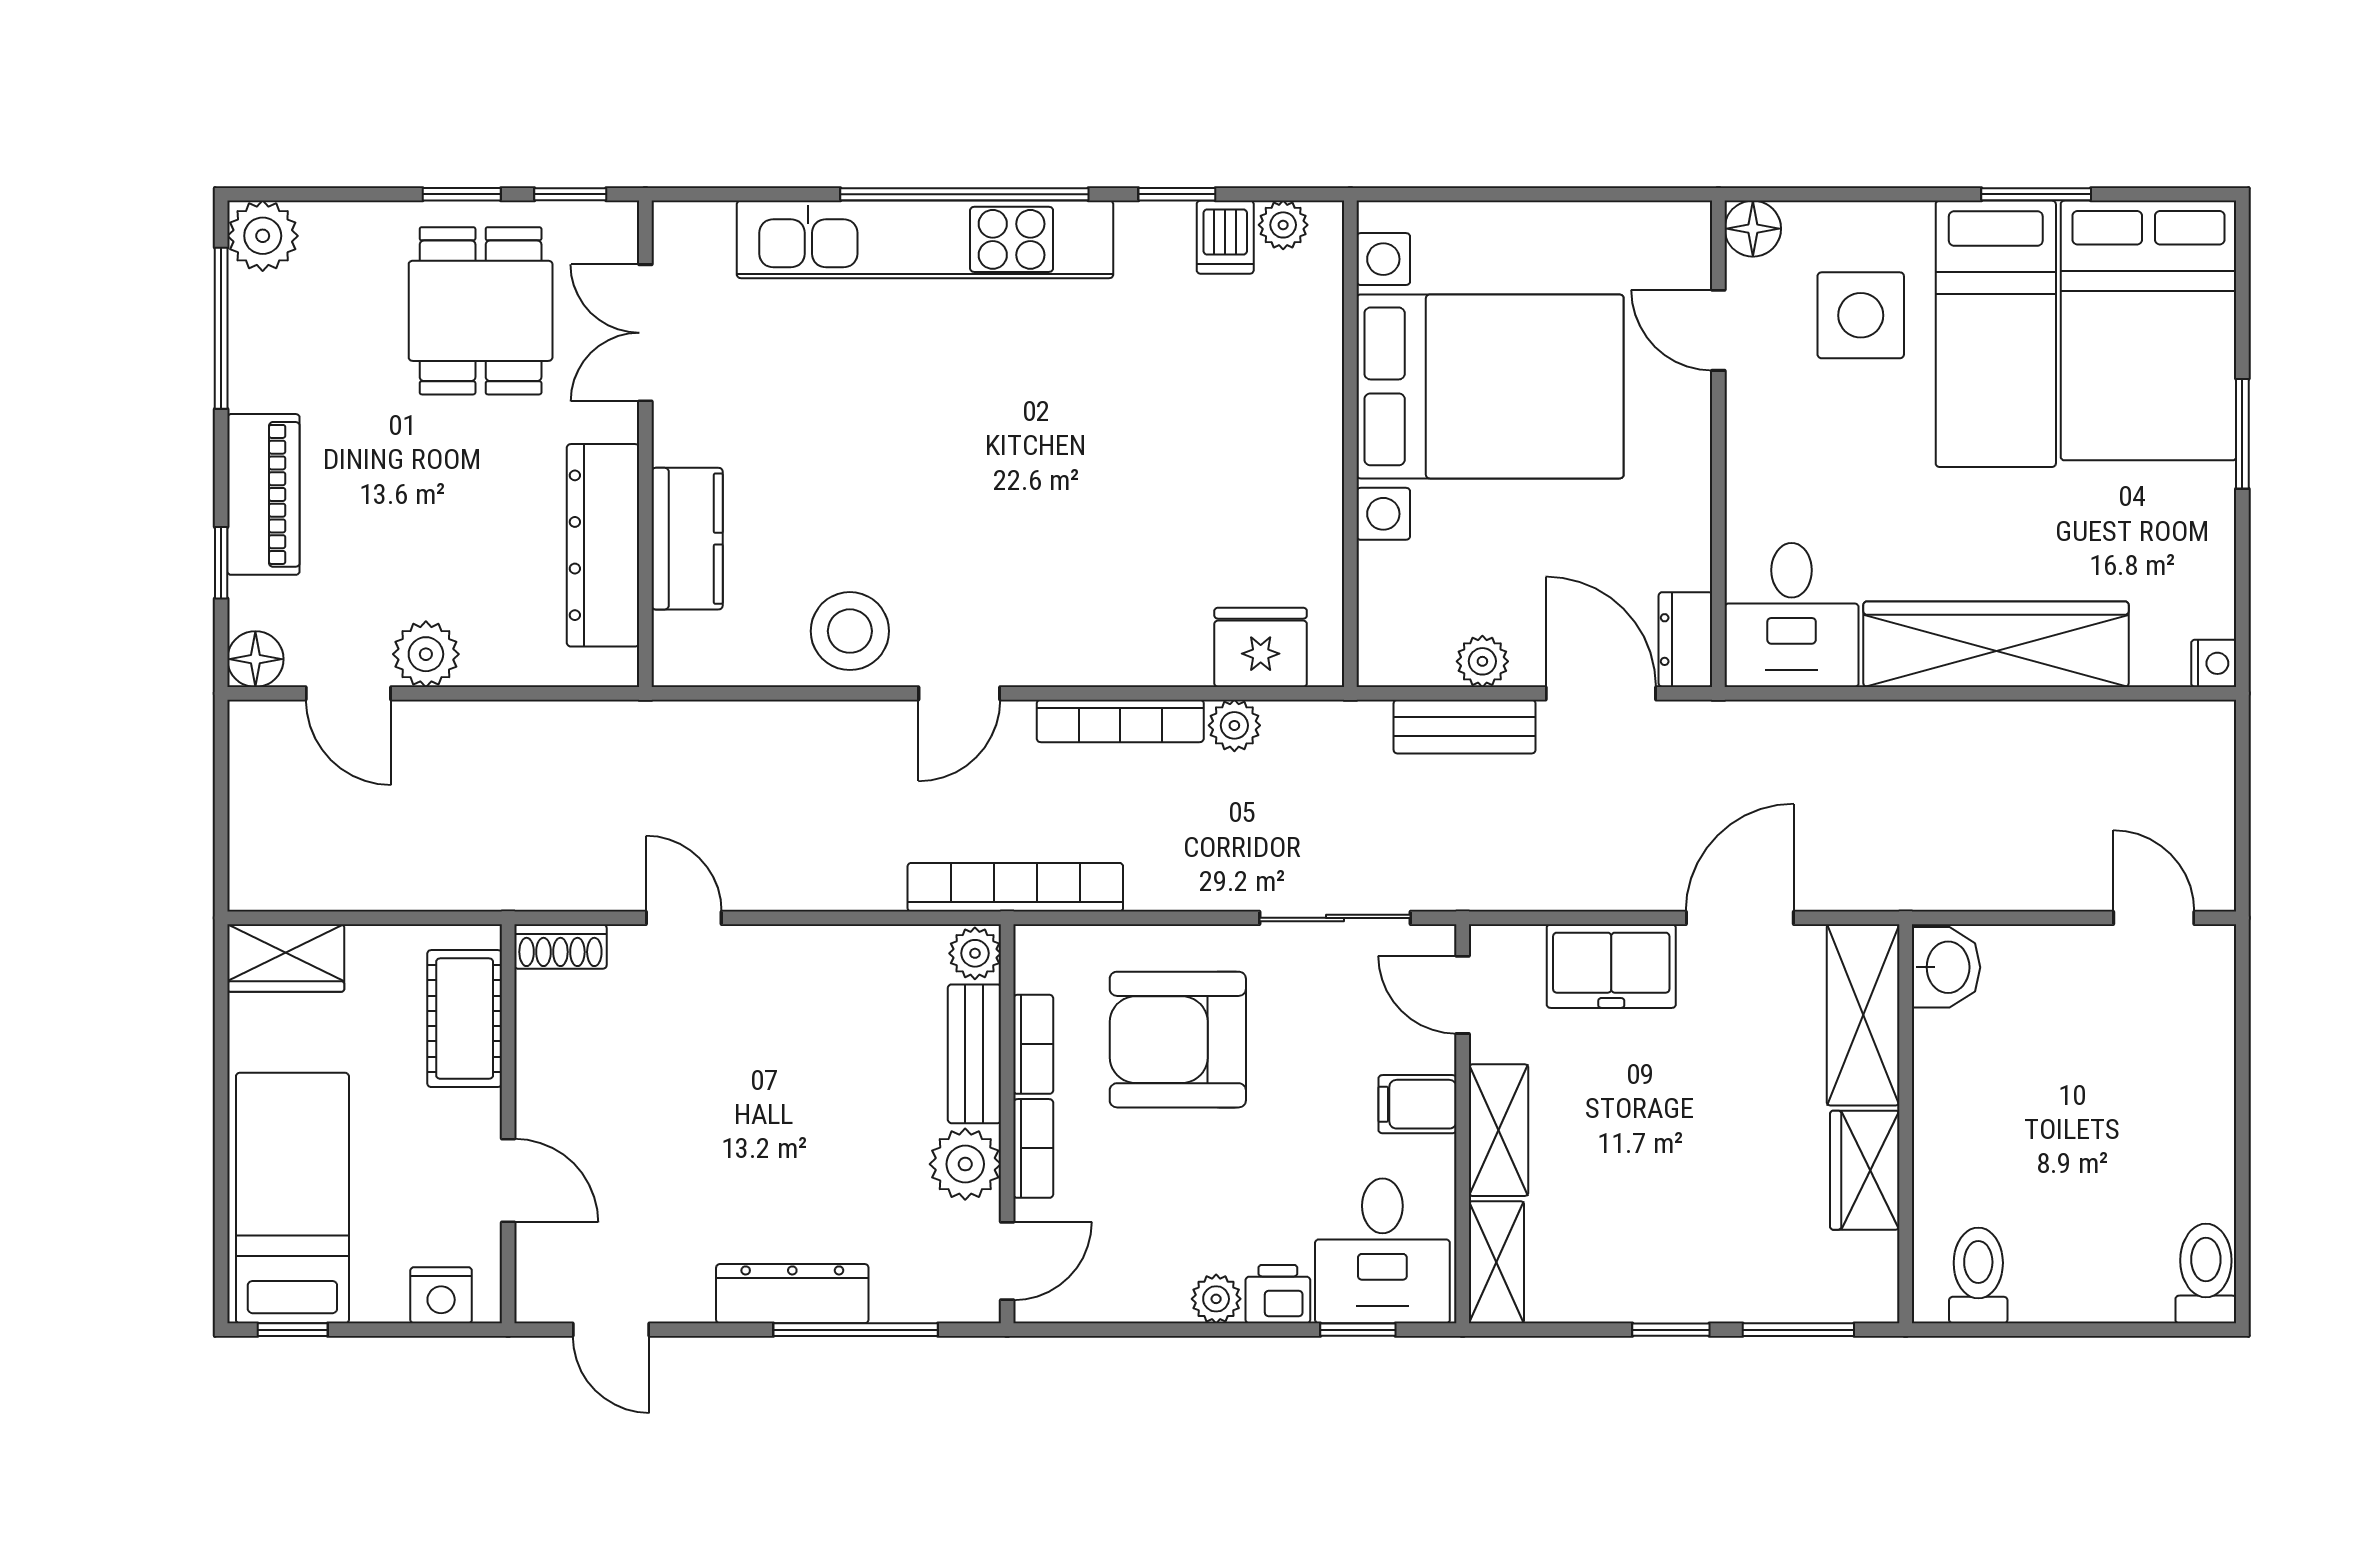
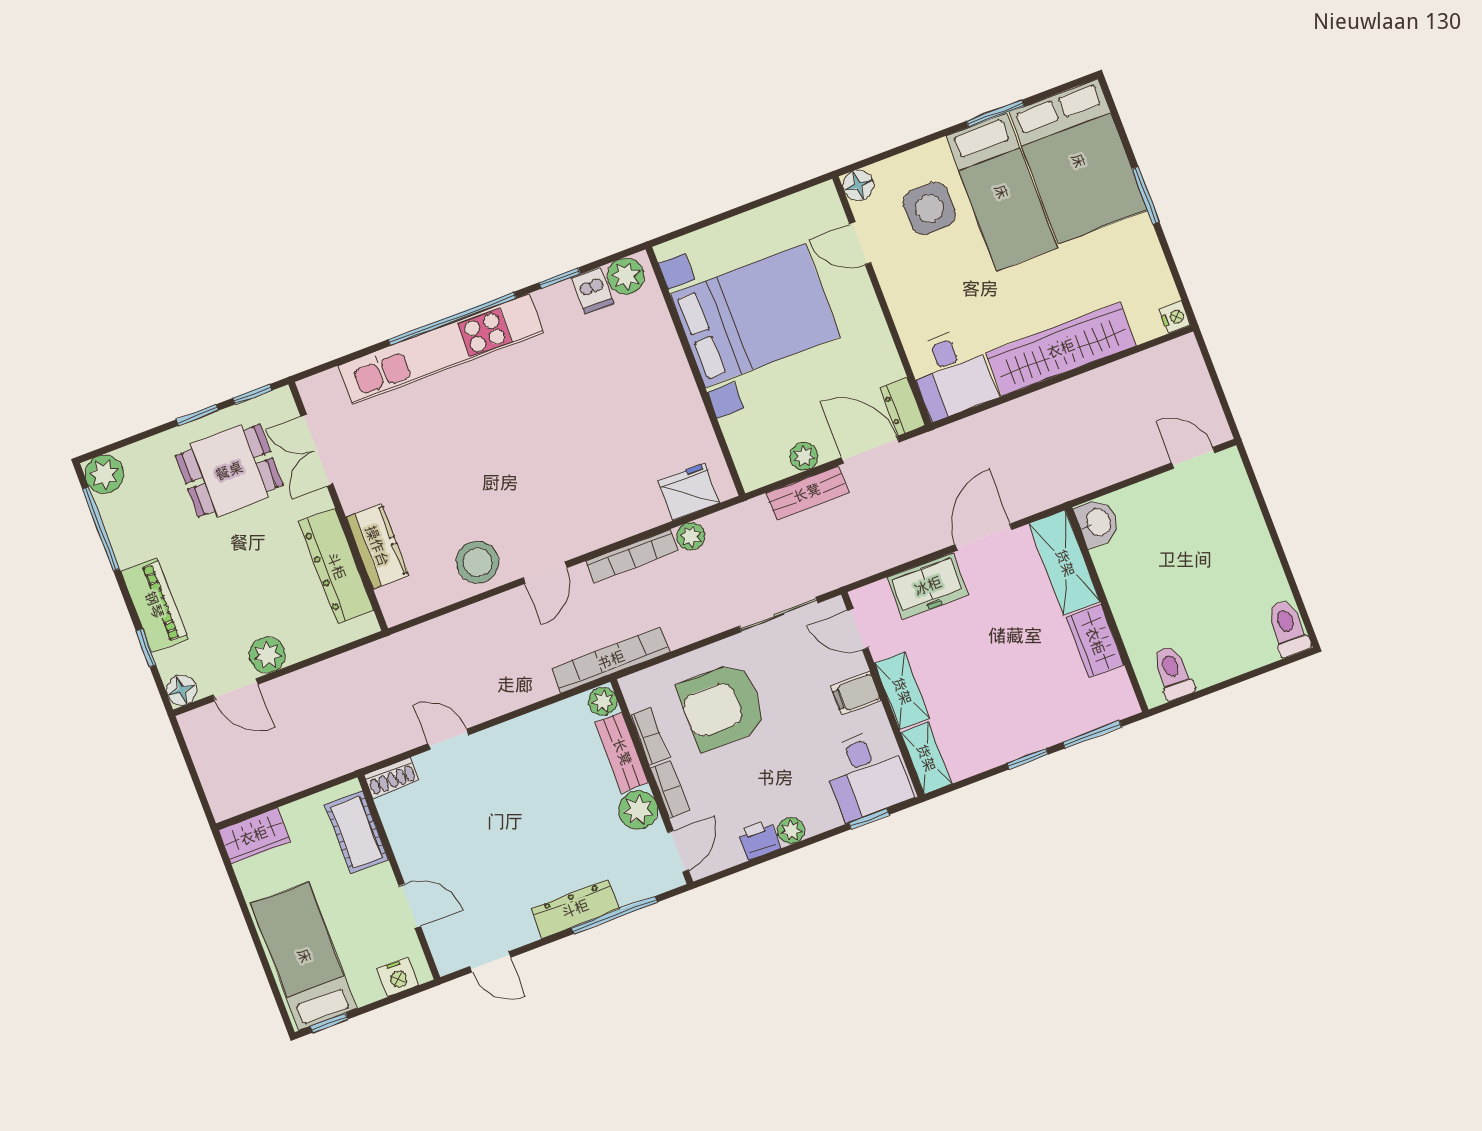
plant: (1283, 225) -> (626, 276), width x1.38, depth x1.38
dining table: (481, 311) -> (229, 471), turned 90
printer: (1278, 1294) -> (759, 840), moved

